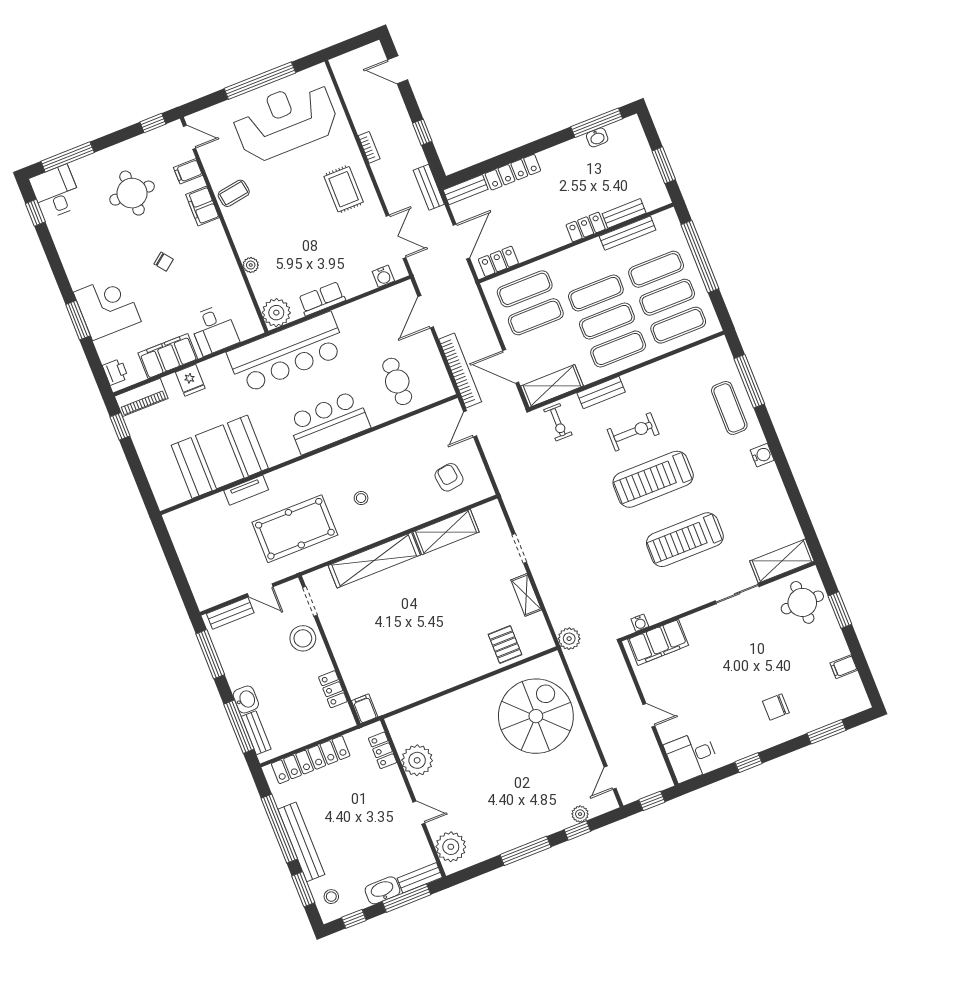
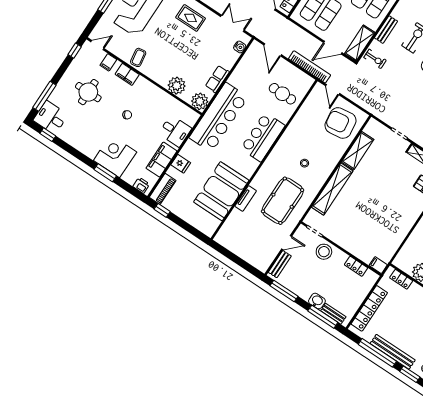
plant: (251, 265) -> (177, 86), width x1.88, depth x1.88
armchair: (449, 477) -> (340, 123), width x1.88, depth x1.88

